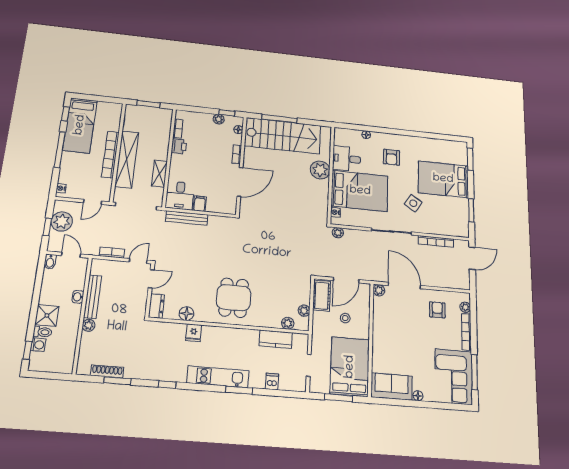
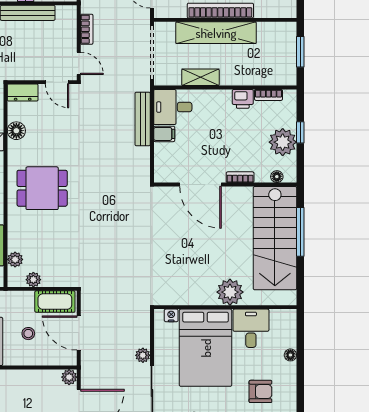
window: (227, 113) -> (300, 132), moved
plant: (219, 119) -> (283, 142), width x1.88, depth x1.88
armchair: (392, 157) -> (260, 391), turned 180
plant: (338, 233) -> (143, 355), moved

